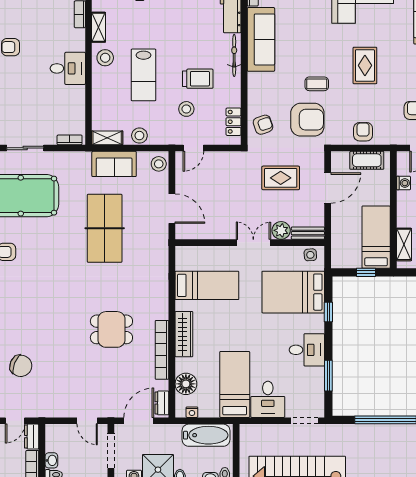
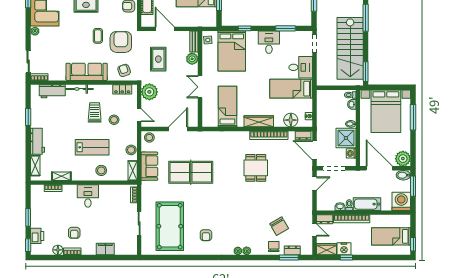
sofa: (261, 39) -> (87, 72), moved
stool: (105, 58) -> (101, 170), moved
plant: (230, 164) -> (149, 92), added
double door: (253, 243) -> (200, 87), moved
chair: (21, 366) -> (279, 226), turned 128
bathtub: (206, 435) -> (324, 107), removed

